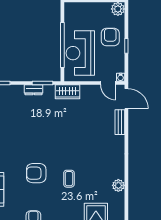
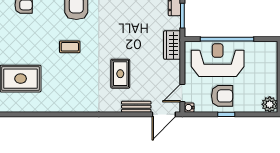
armchair: (110, 37) -> (222, 96), moved
rug: (92, 136) -> (120, 74), added
plant: (118, 185) -> (62, 105), removed

